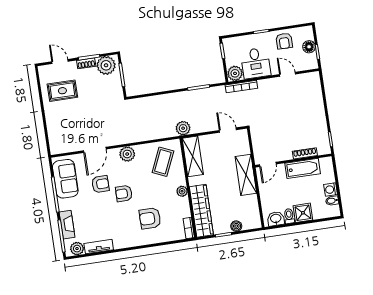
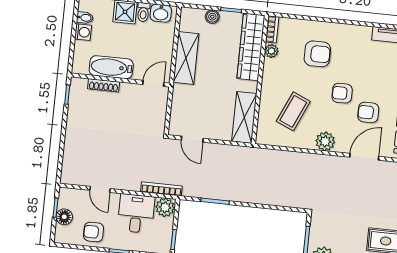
armchair: (284, 41) -> (93, 232), turned -90
plant: (183, 128) -> (247, 156), removed
coffee table: (163, 162) -> (293, 111), moved
shelving: (246, 175) -> (186, 58), moved
plant: (182, 191) -> (272, 51), moved
armchair: (124, 194) -> (342, 93), turned 180

